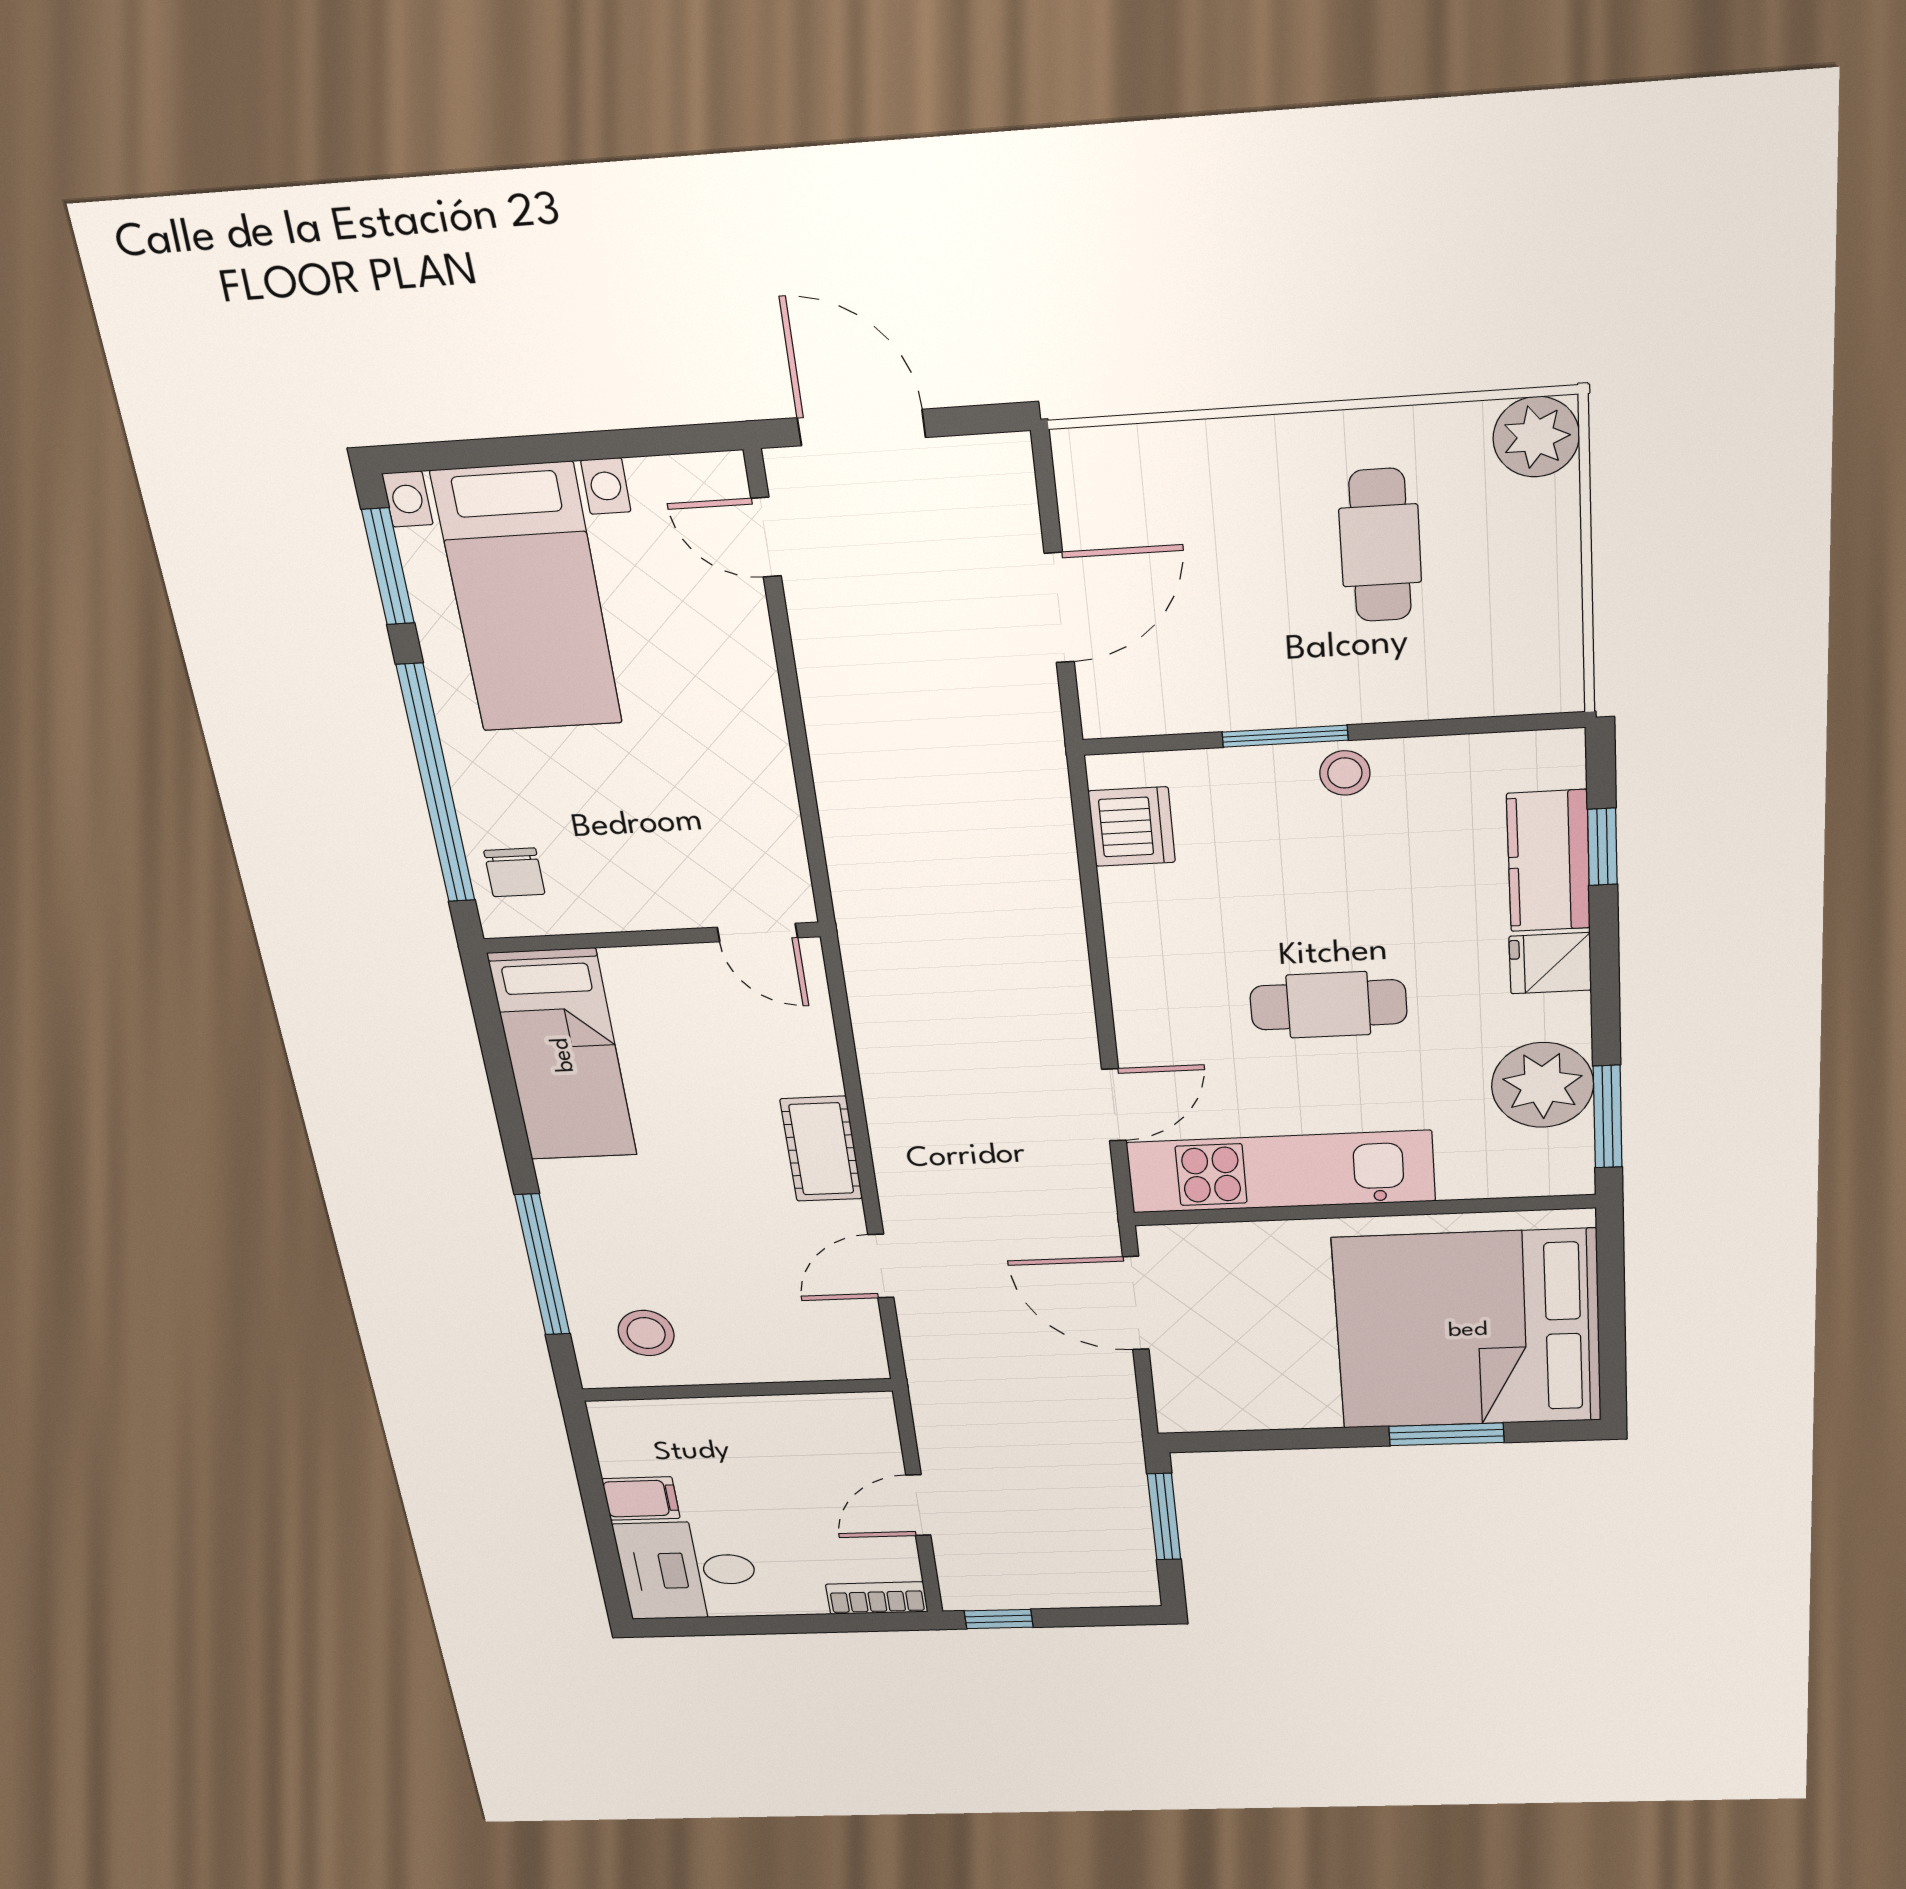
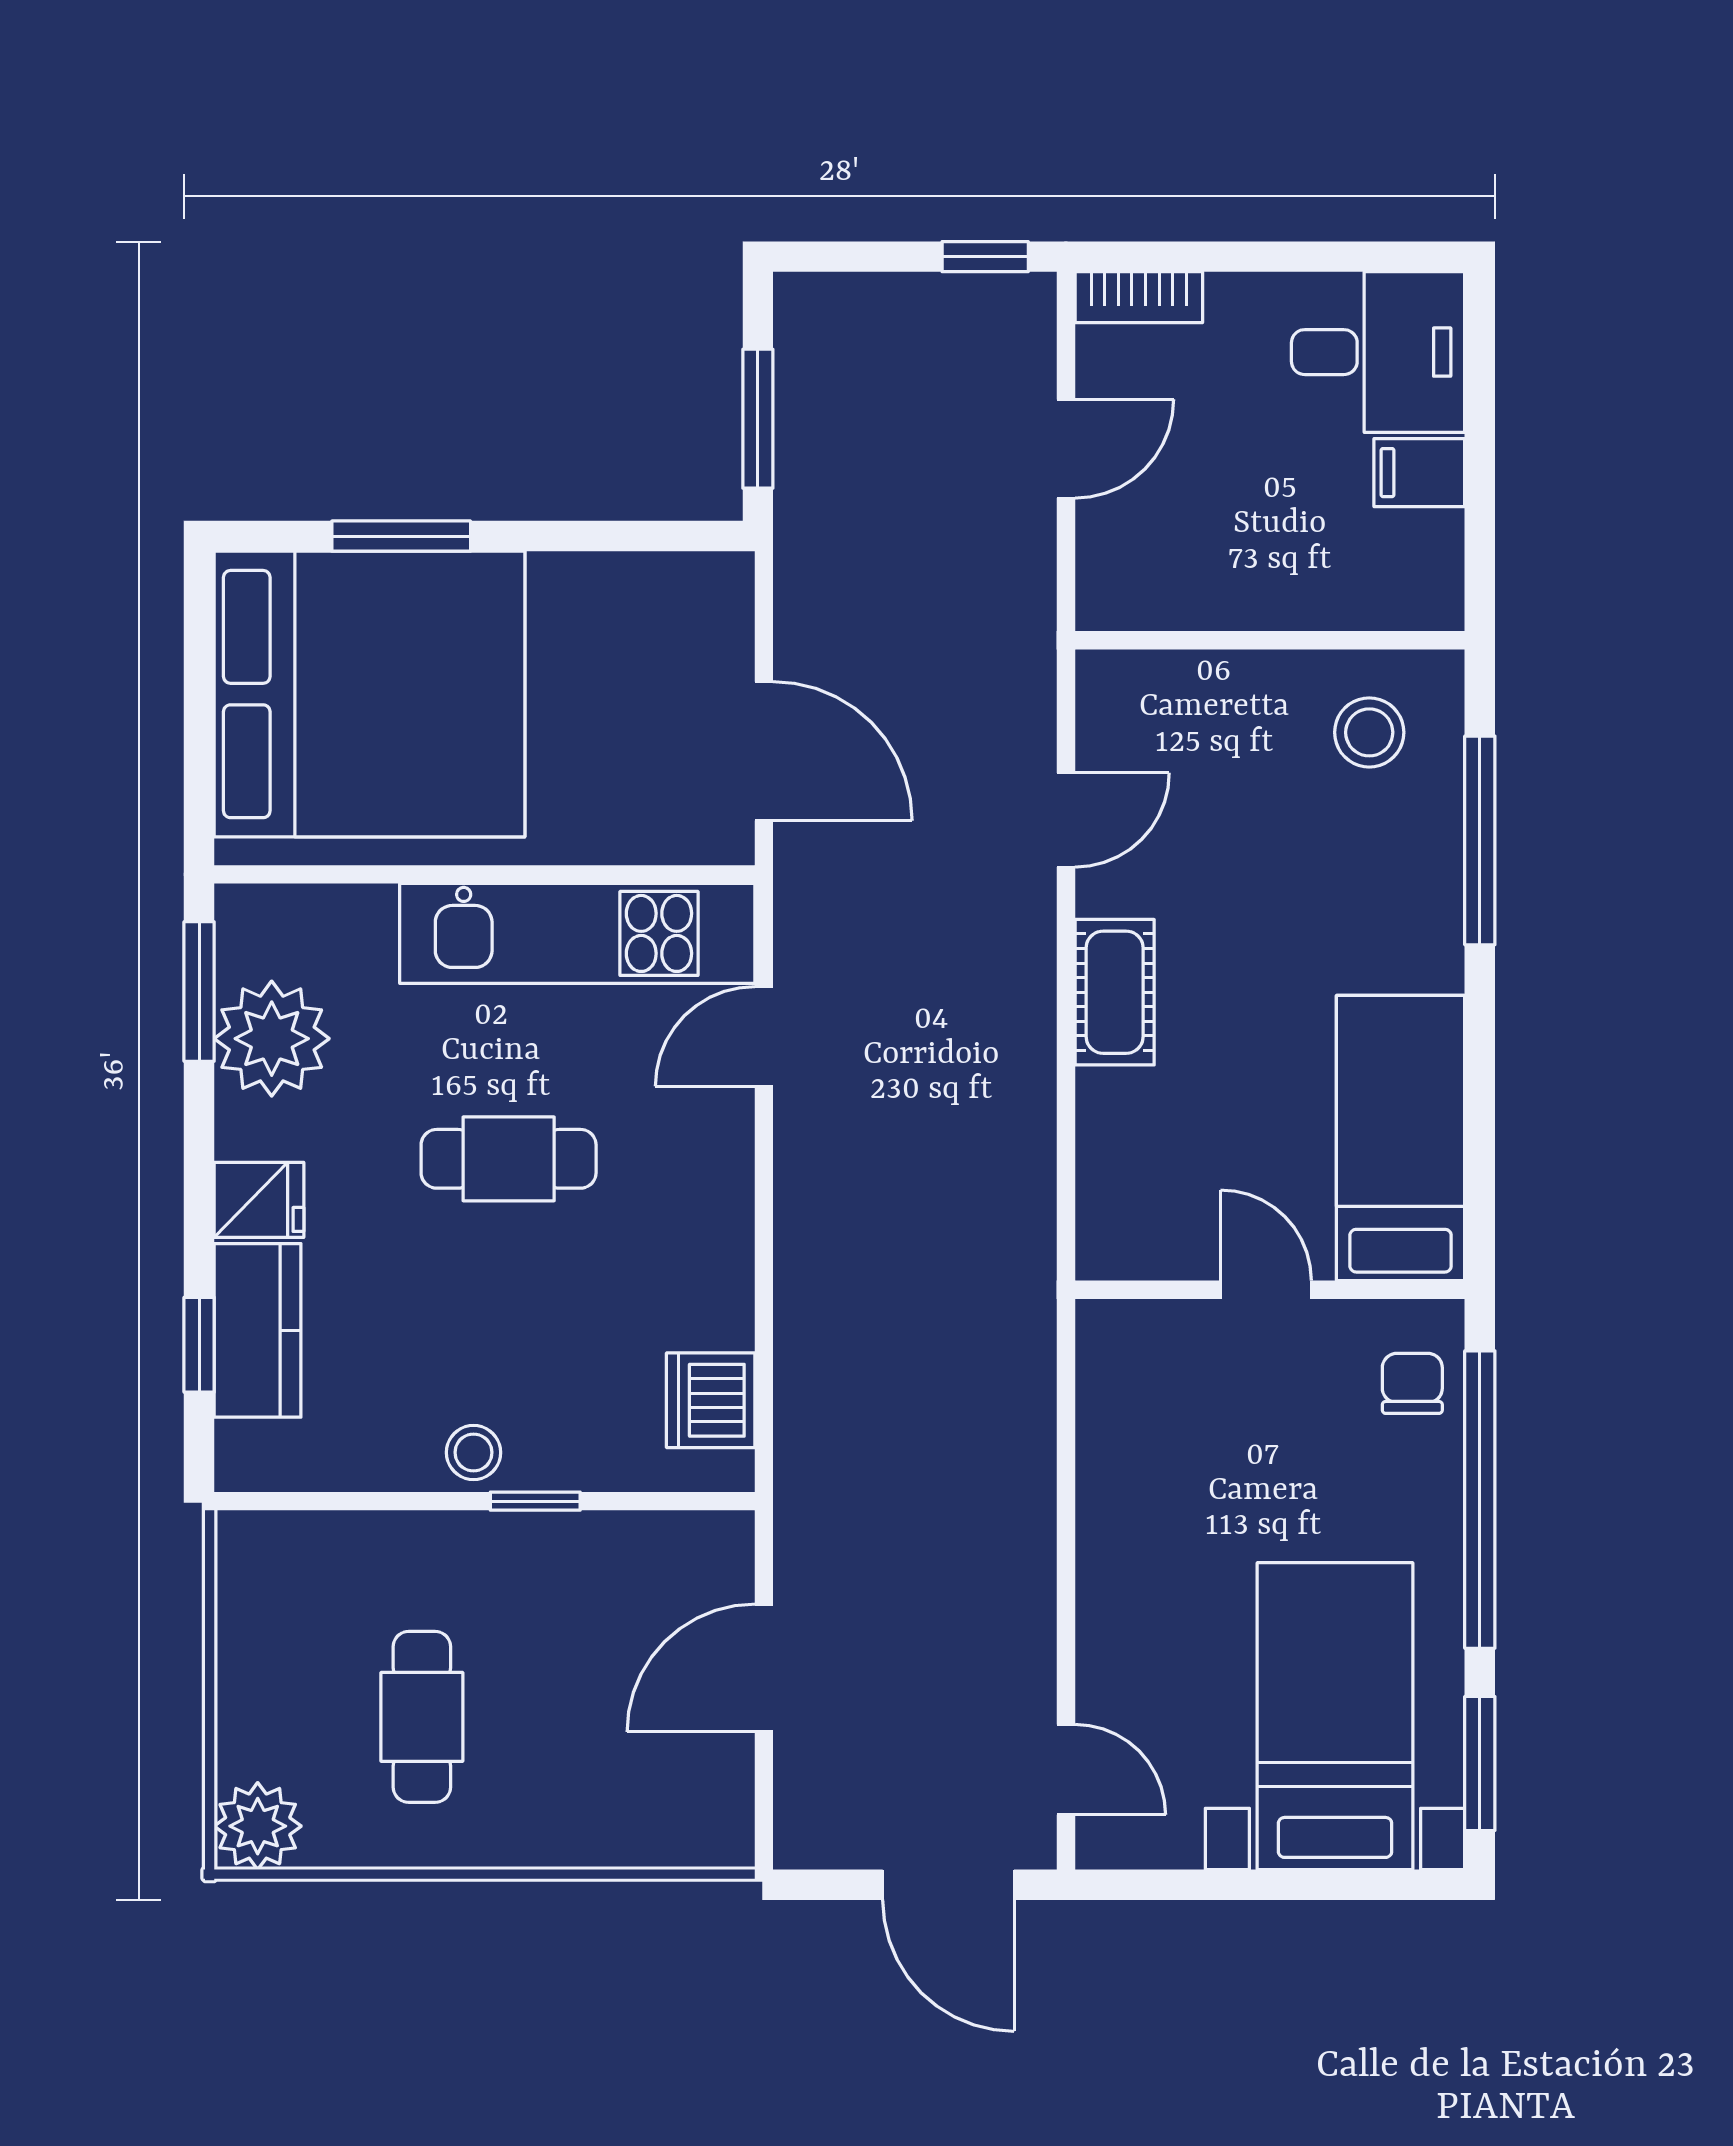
window: (1285, 736) -> (535, 1501), width x0.67
door: (757, 933) -> (1266, 1290), moved

